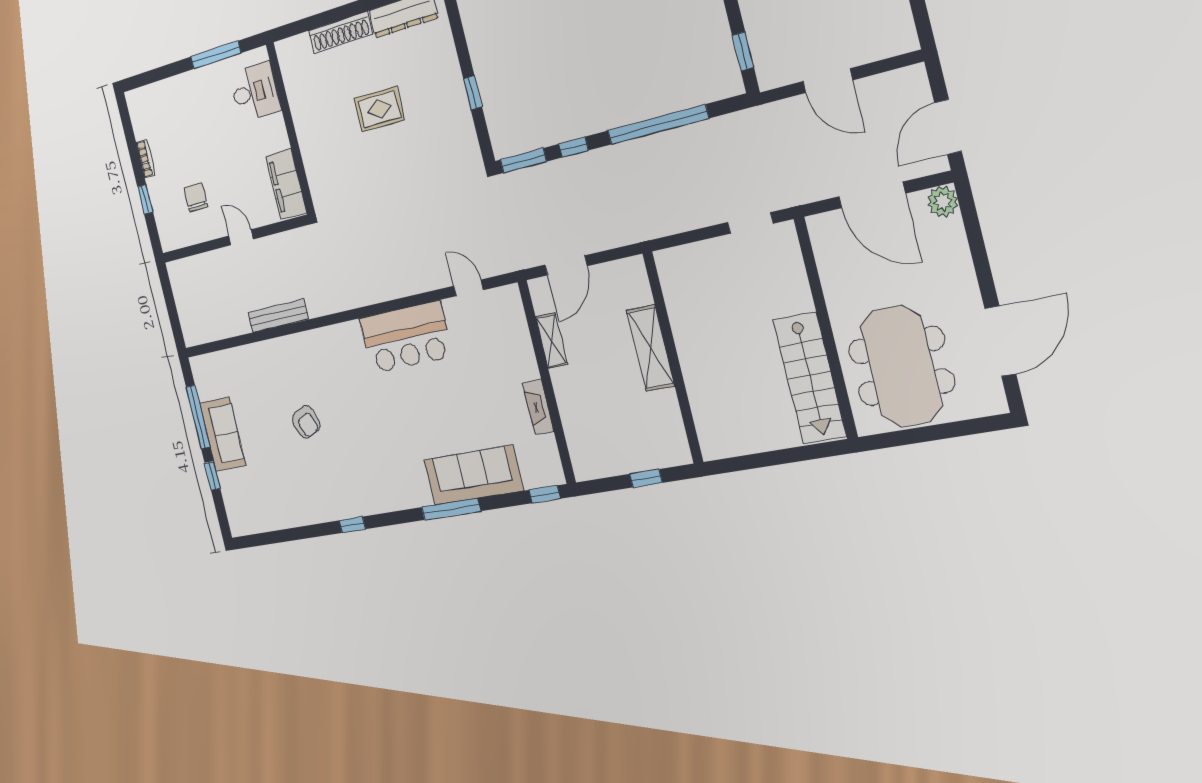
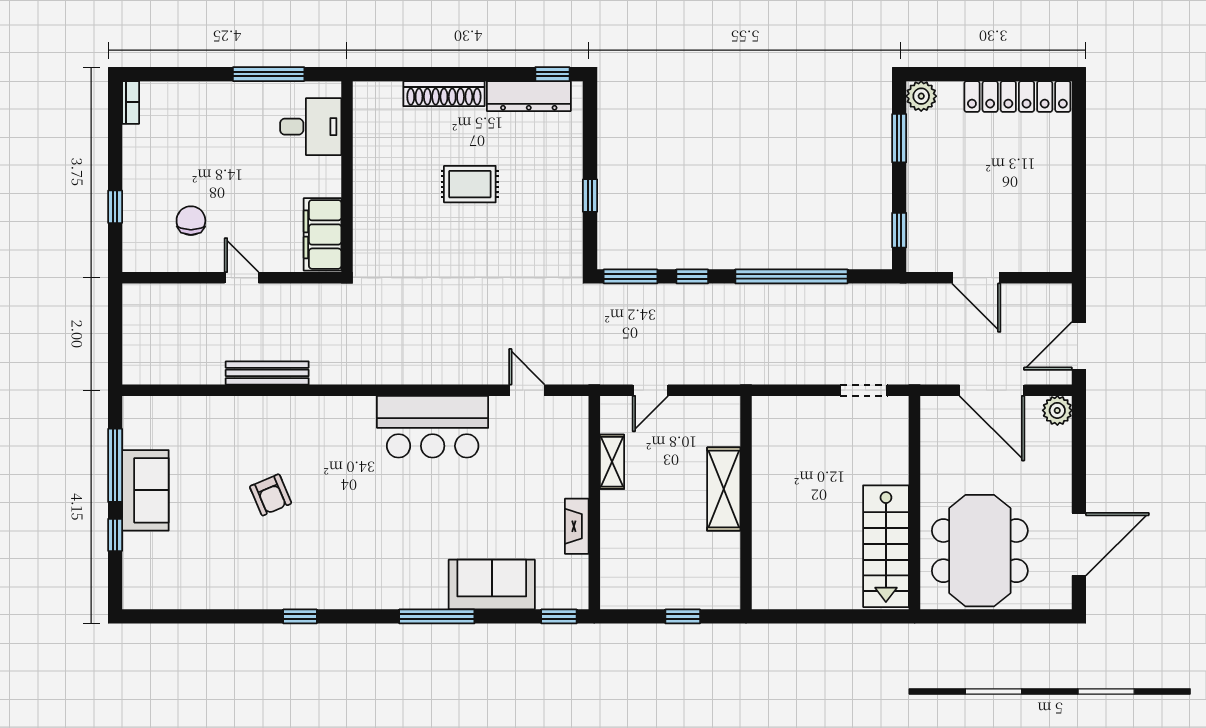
bookcase: (146, 159) -> (131, 102), moved
door: (566, 265) -> (650, 390), width x0.73
sofa: (474, 475) -> (492, 584), width x0.73

